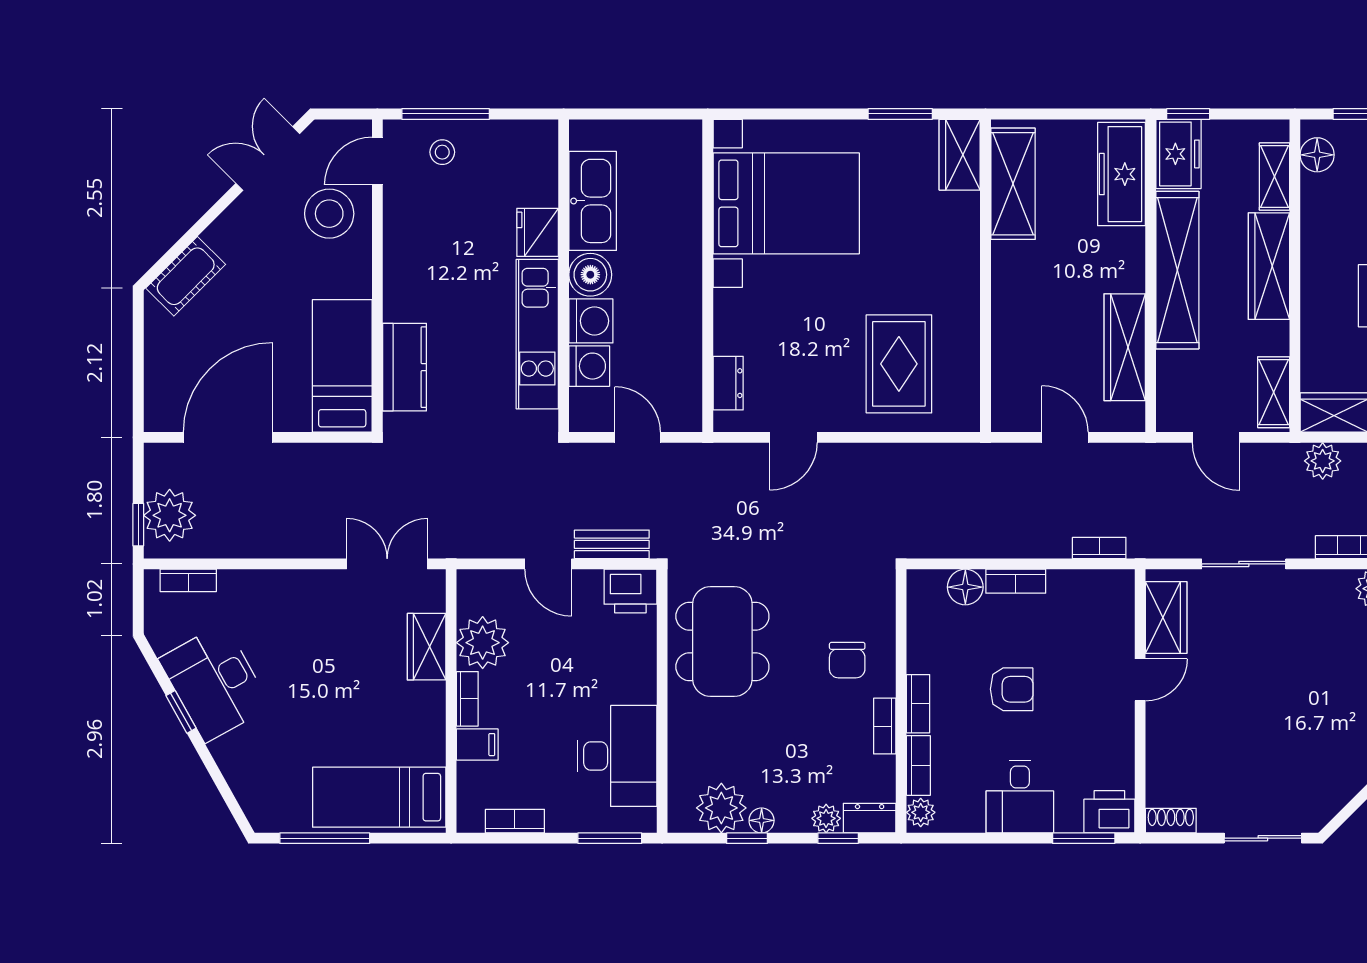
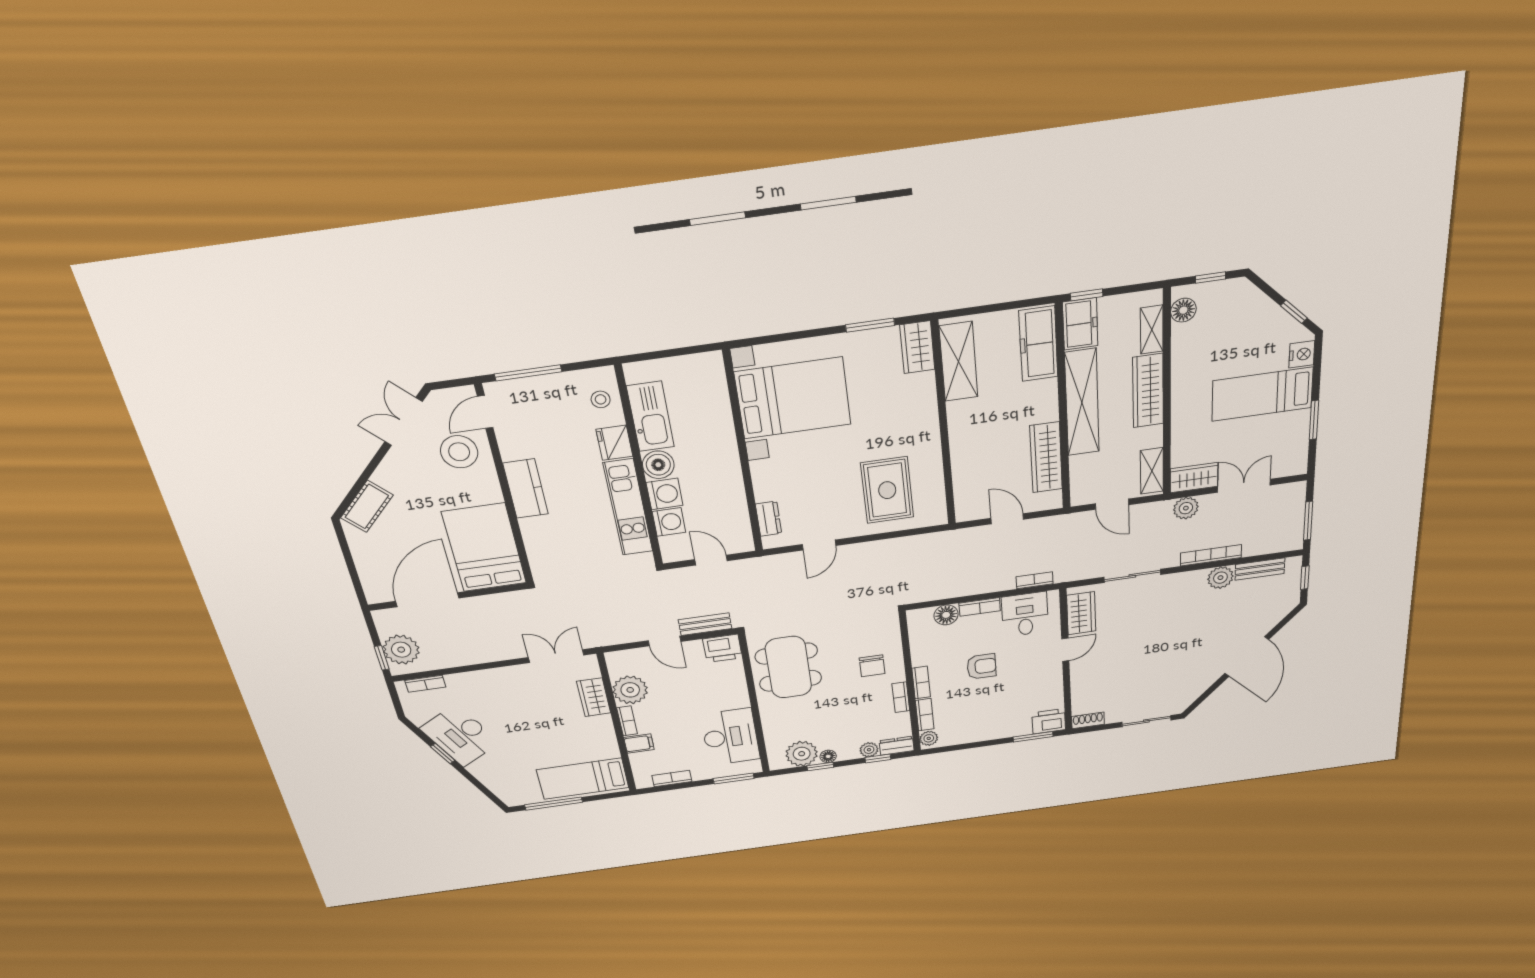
stool: (442, 152) -> (601, 399), moved
bed: (342, 366) -> (484, 548), width x1.50
kitchen counter: (404, 367) -> (526, 489), moved
desk: (1020, 797) -> (1025, 614), moved, turned 180

